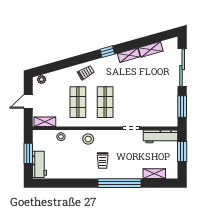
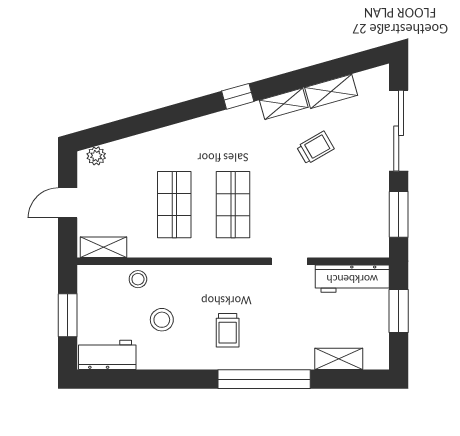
trolley: (86, 73) -> (315, 148), moved
stool: (88, 139) -> (162, 320), moved
workbench: (40, 164) -> (107, 355), moved, turned -90

